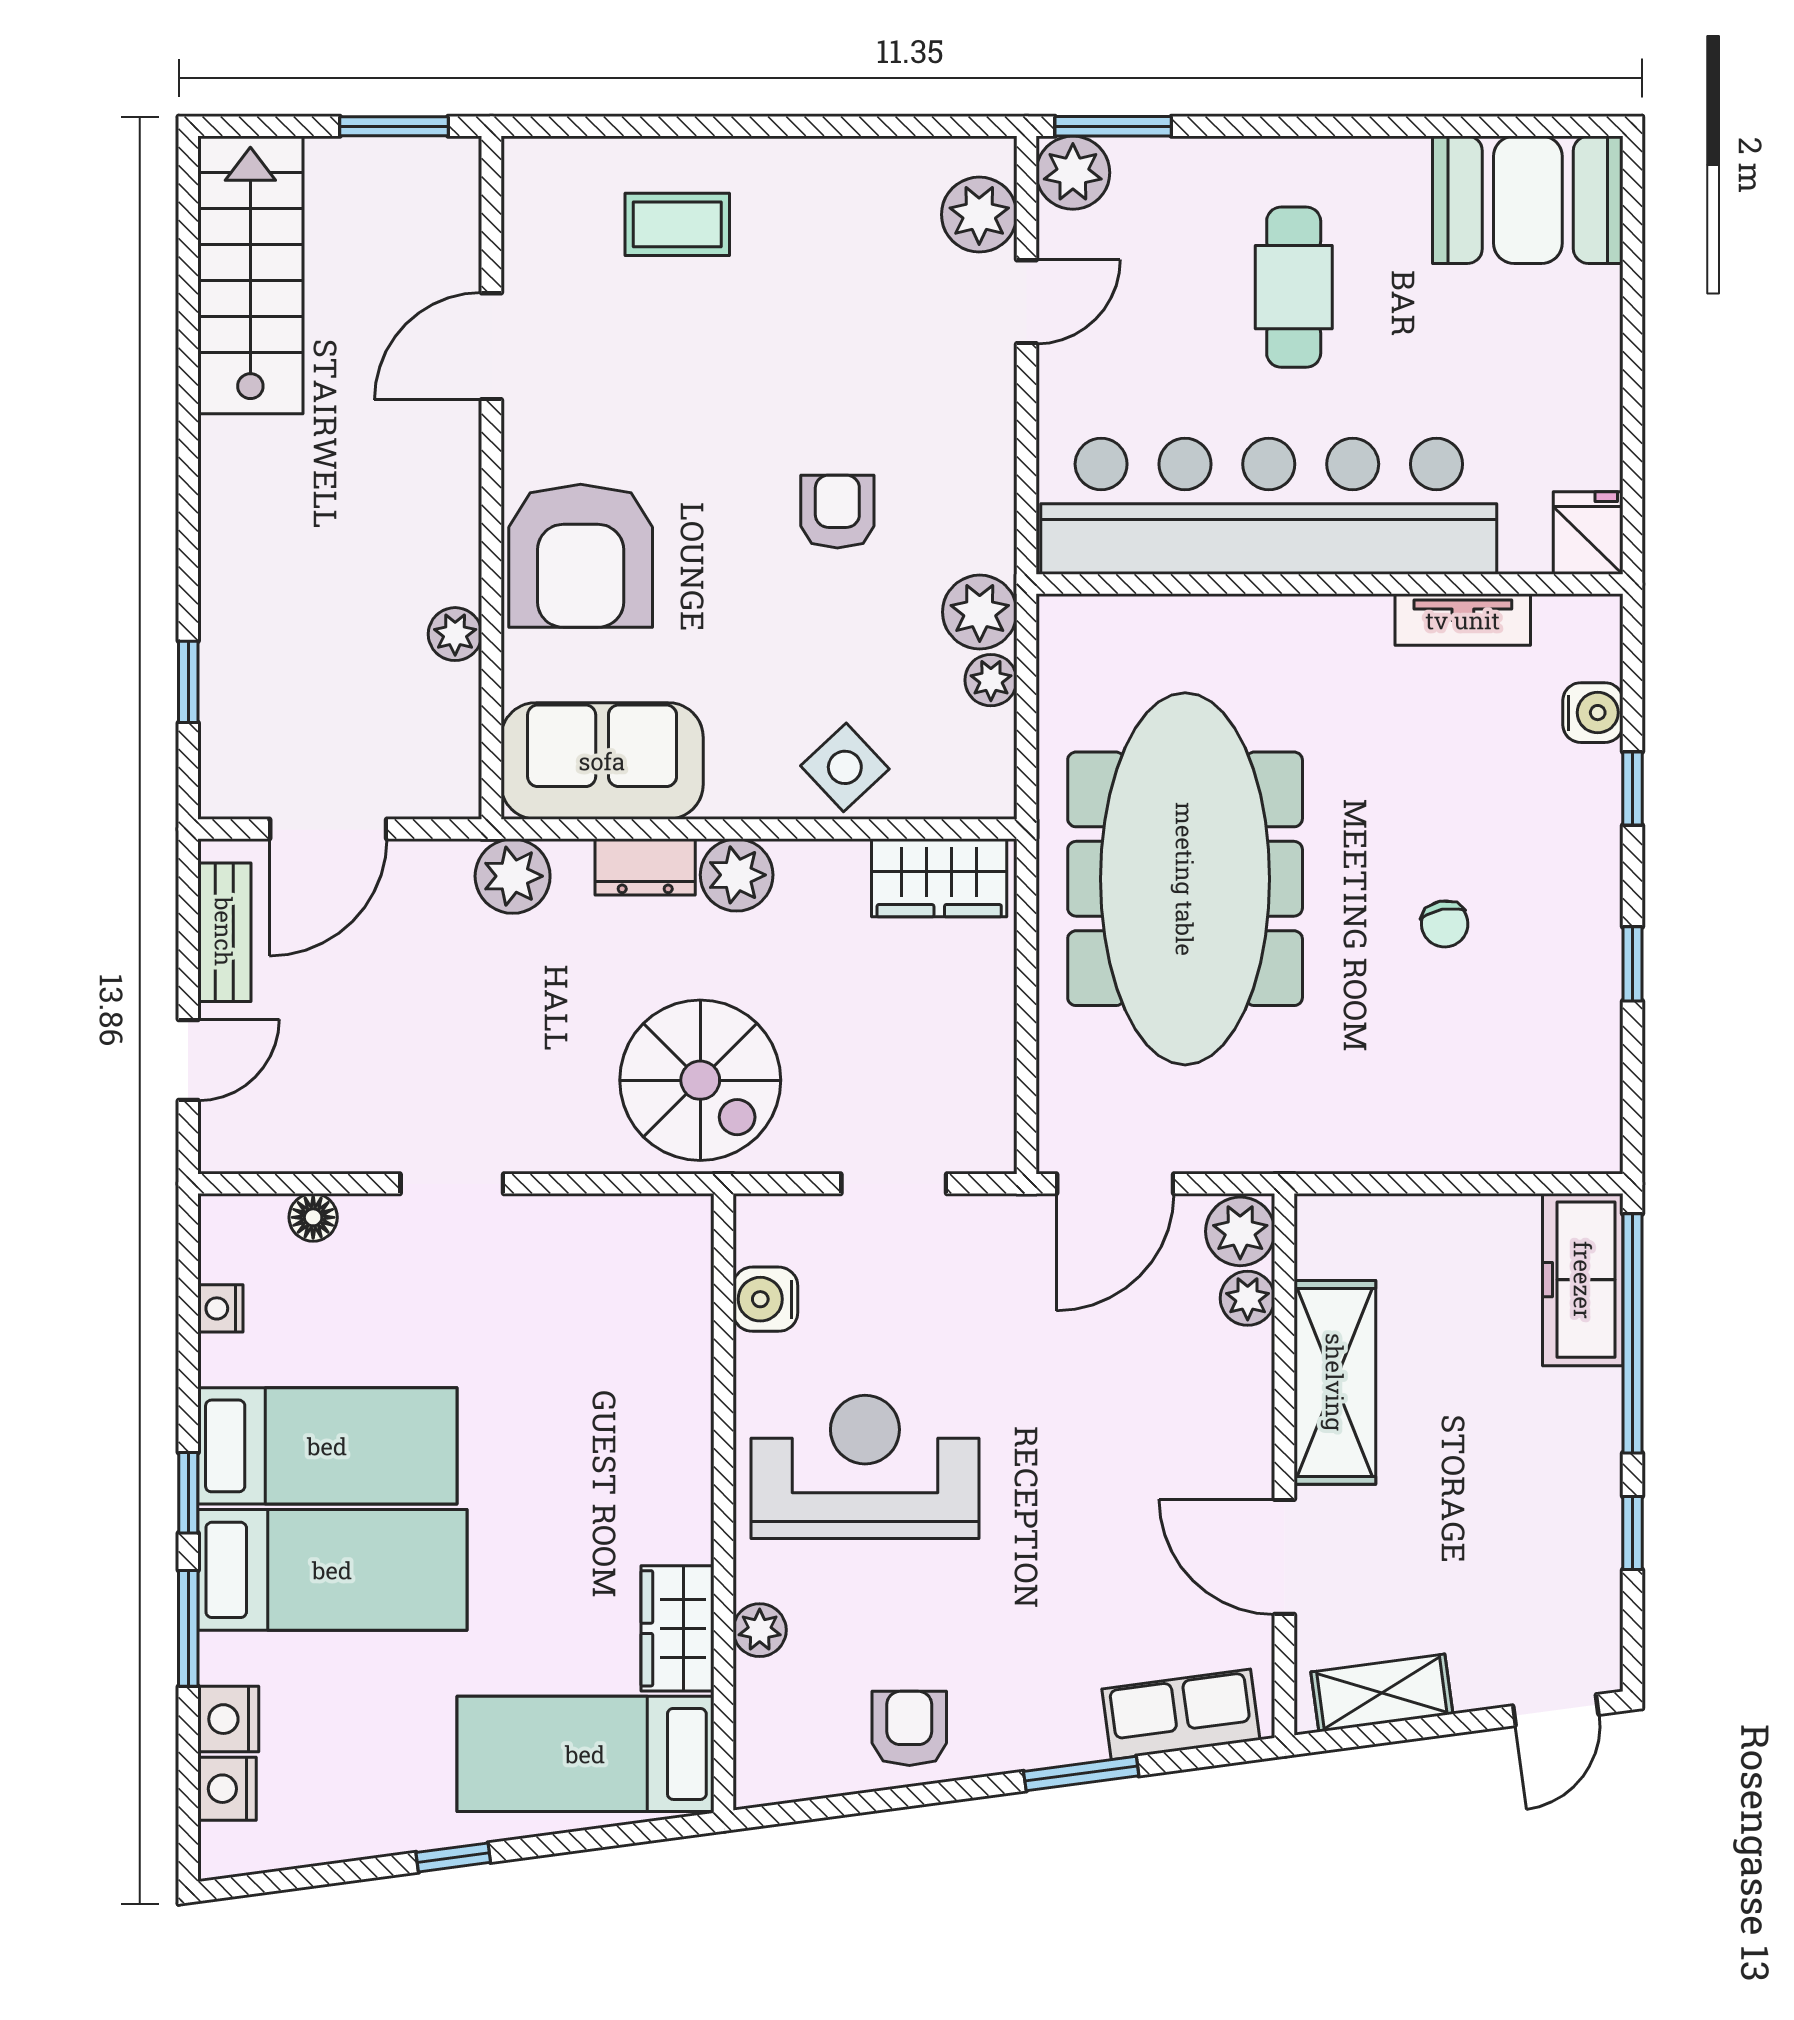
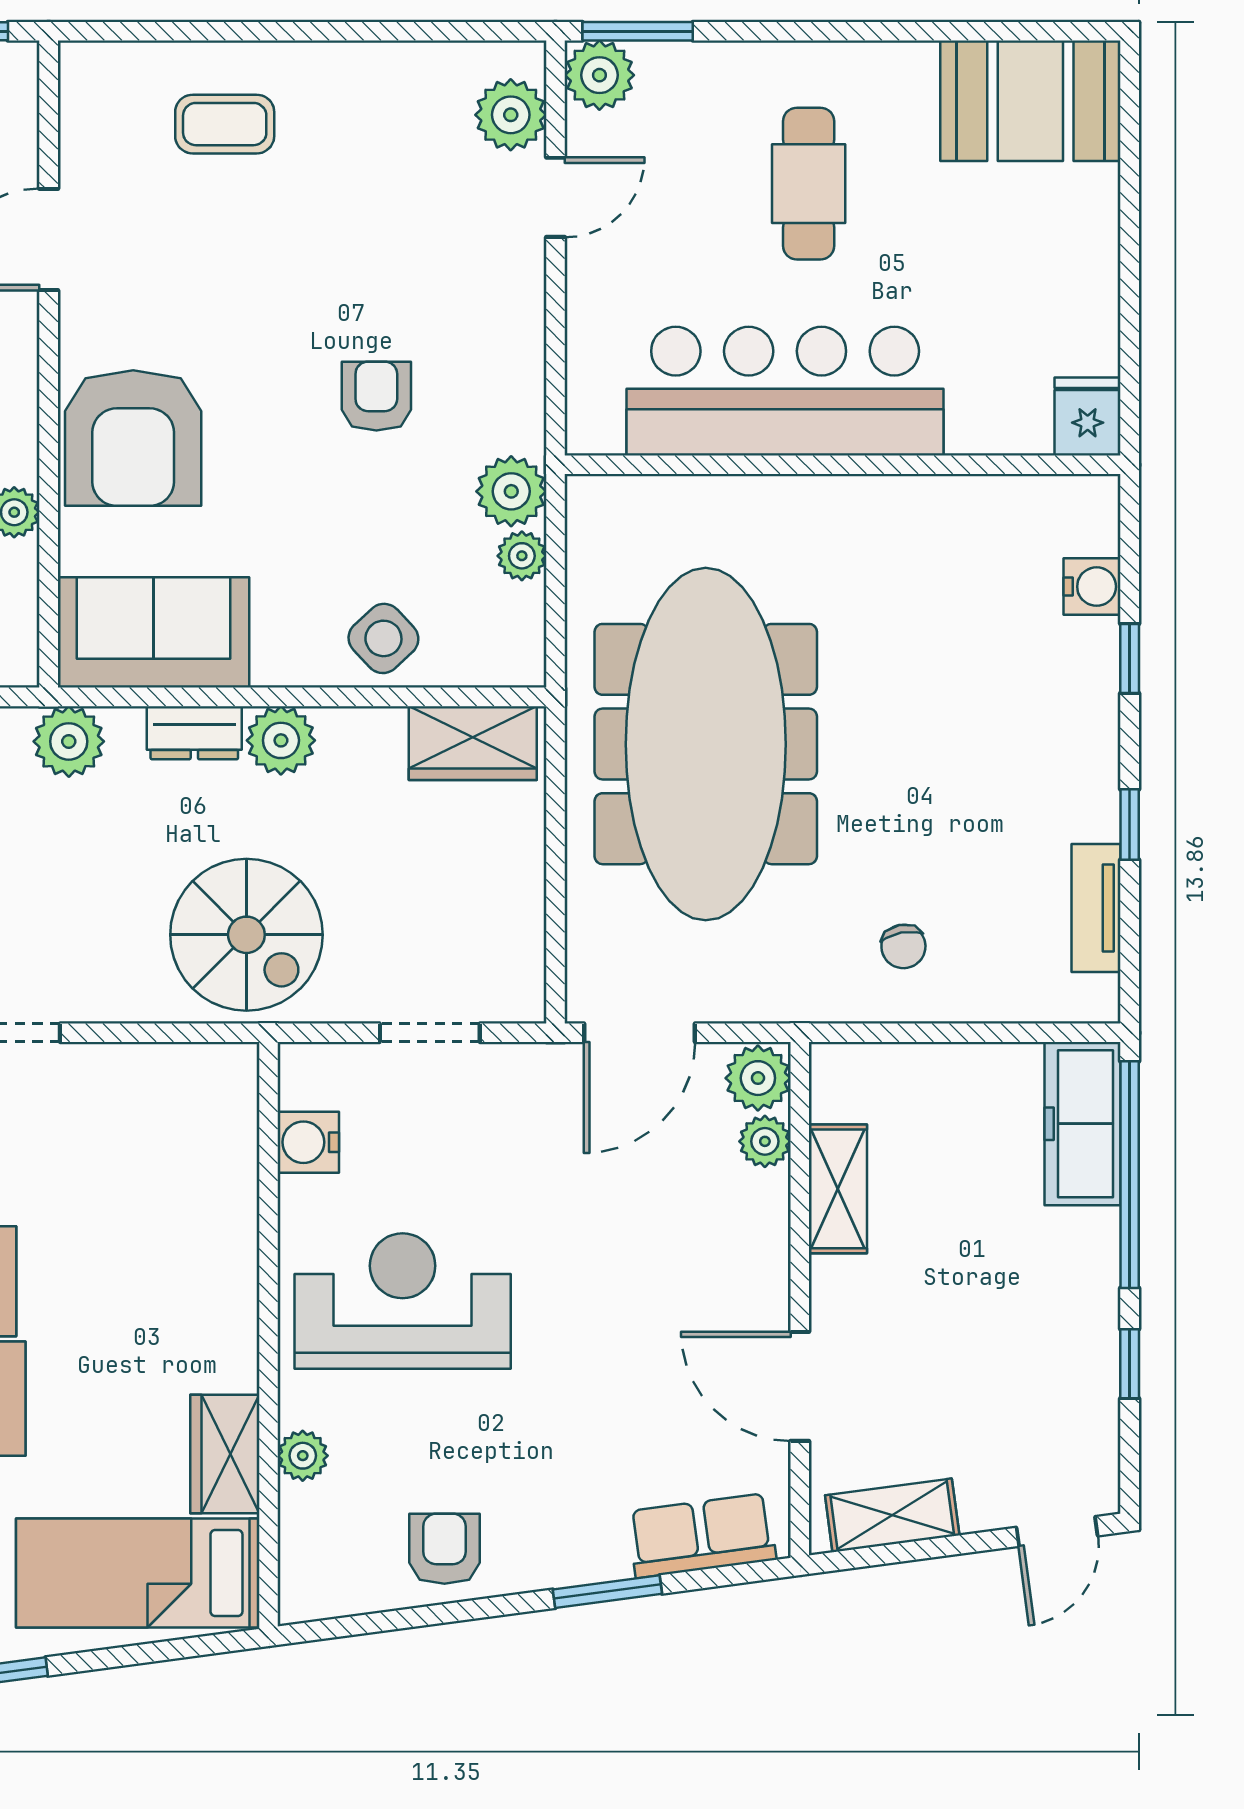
bar counter: (1269, 506) -> (785, 391), width x0.73
tv unit: (1463, 620) -> (1096, 908), moved, turned 90
chair: (1445, 924) -> (903, 946), moved
shelving: (1335, 1382) -> (838, 1189), width x0.67, depth x0.75

